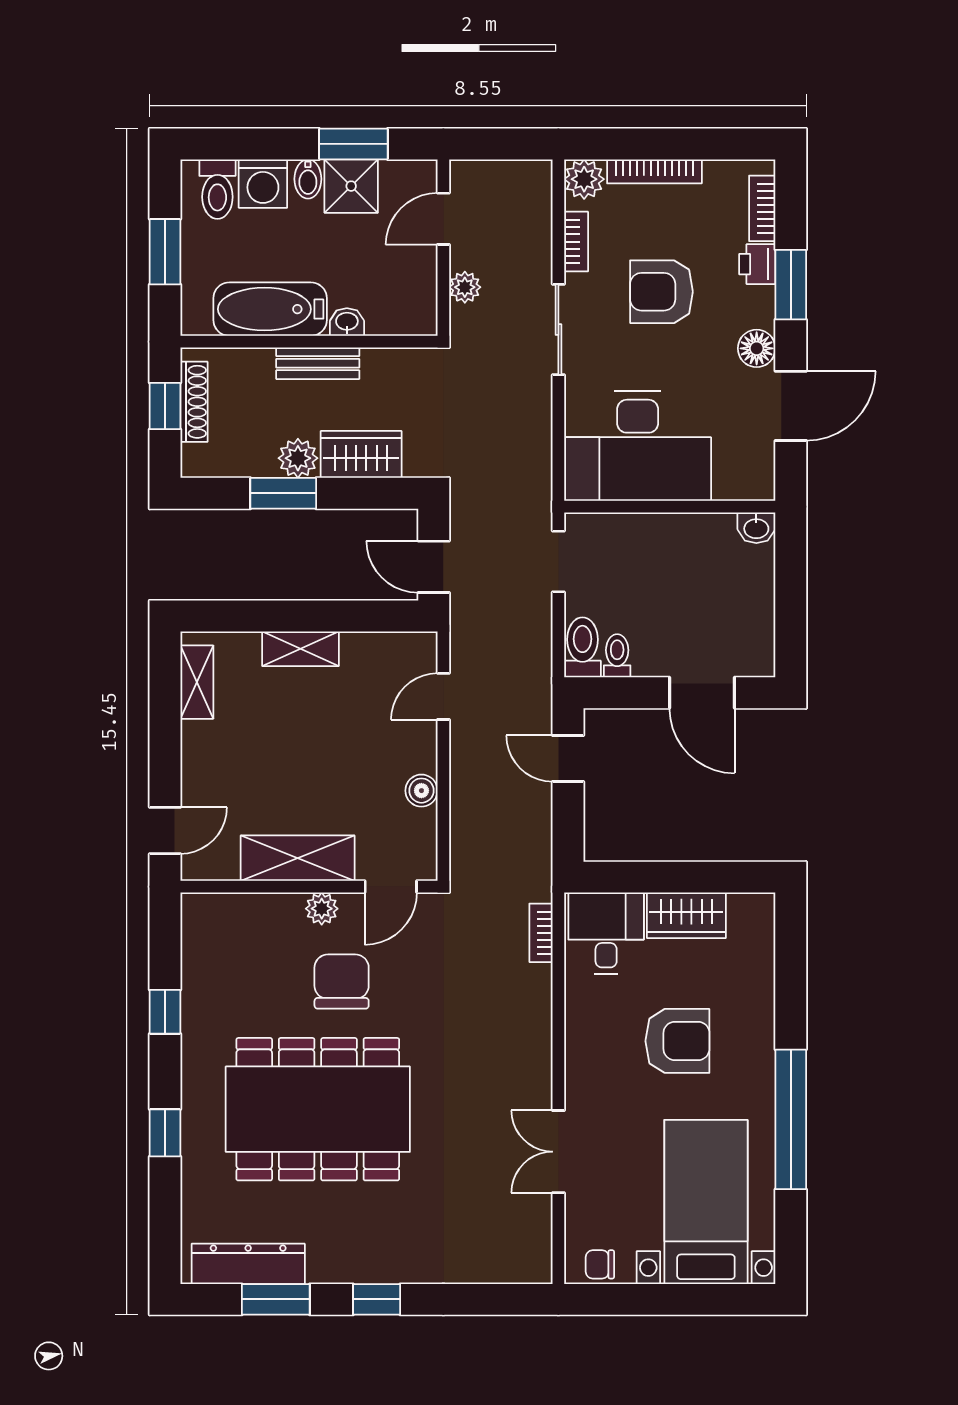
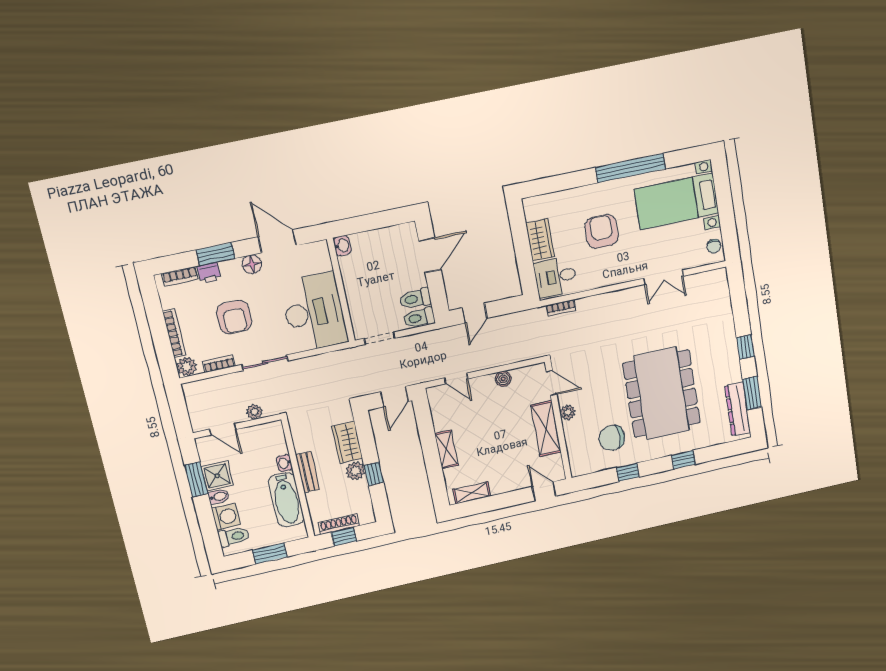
window: (283, 493) -> (374, 474), width x0.67
toilet: (617, 656) -> (415, 299), width x1.37, depth x1.39
chair: (342, 982) -> (612, 438), moved

